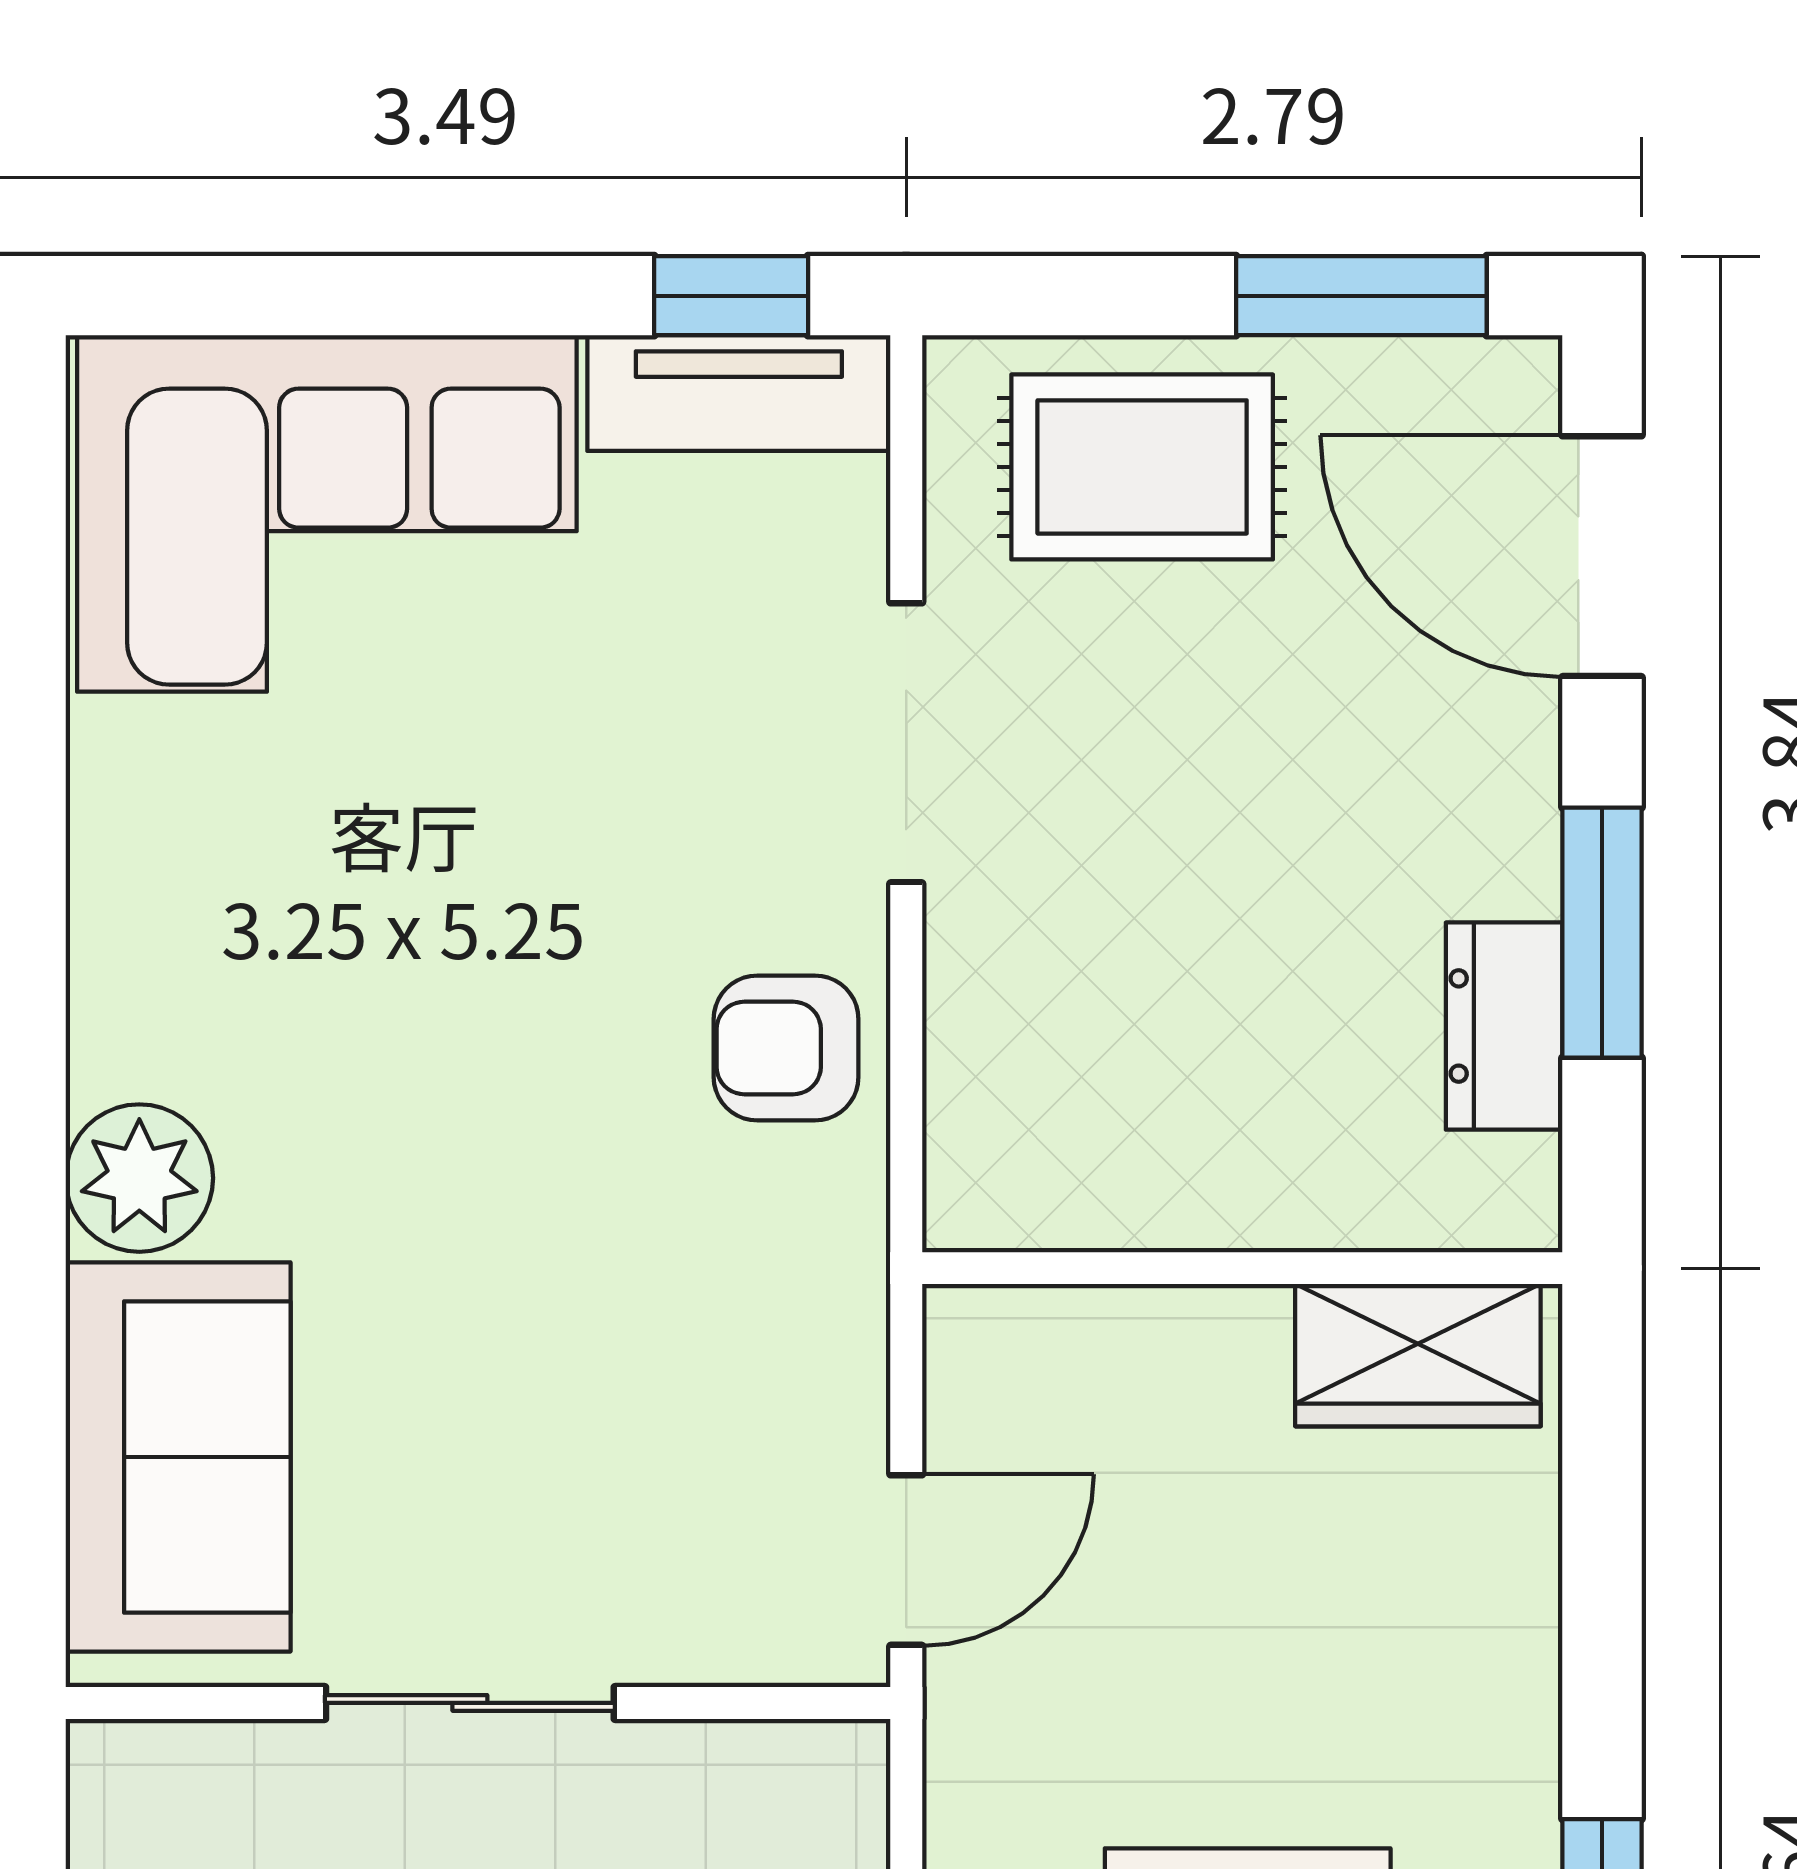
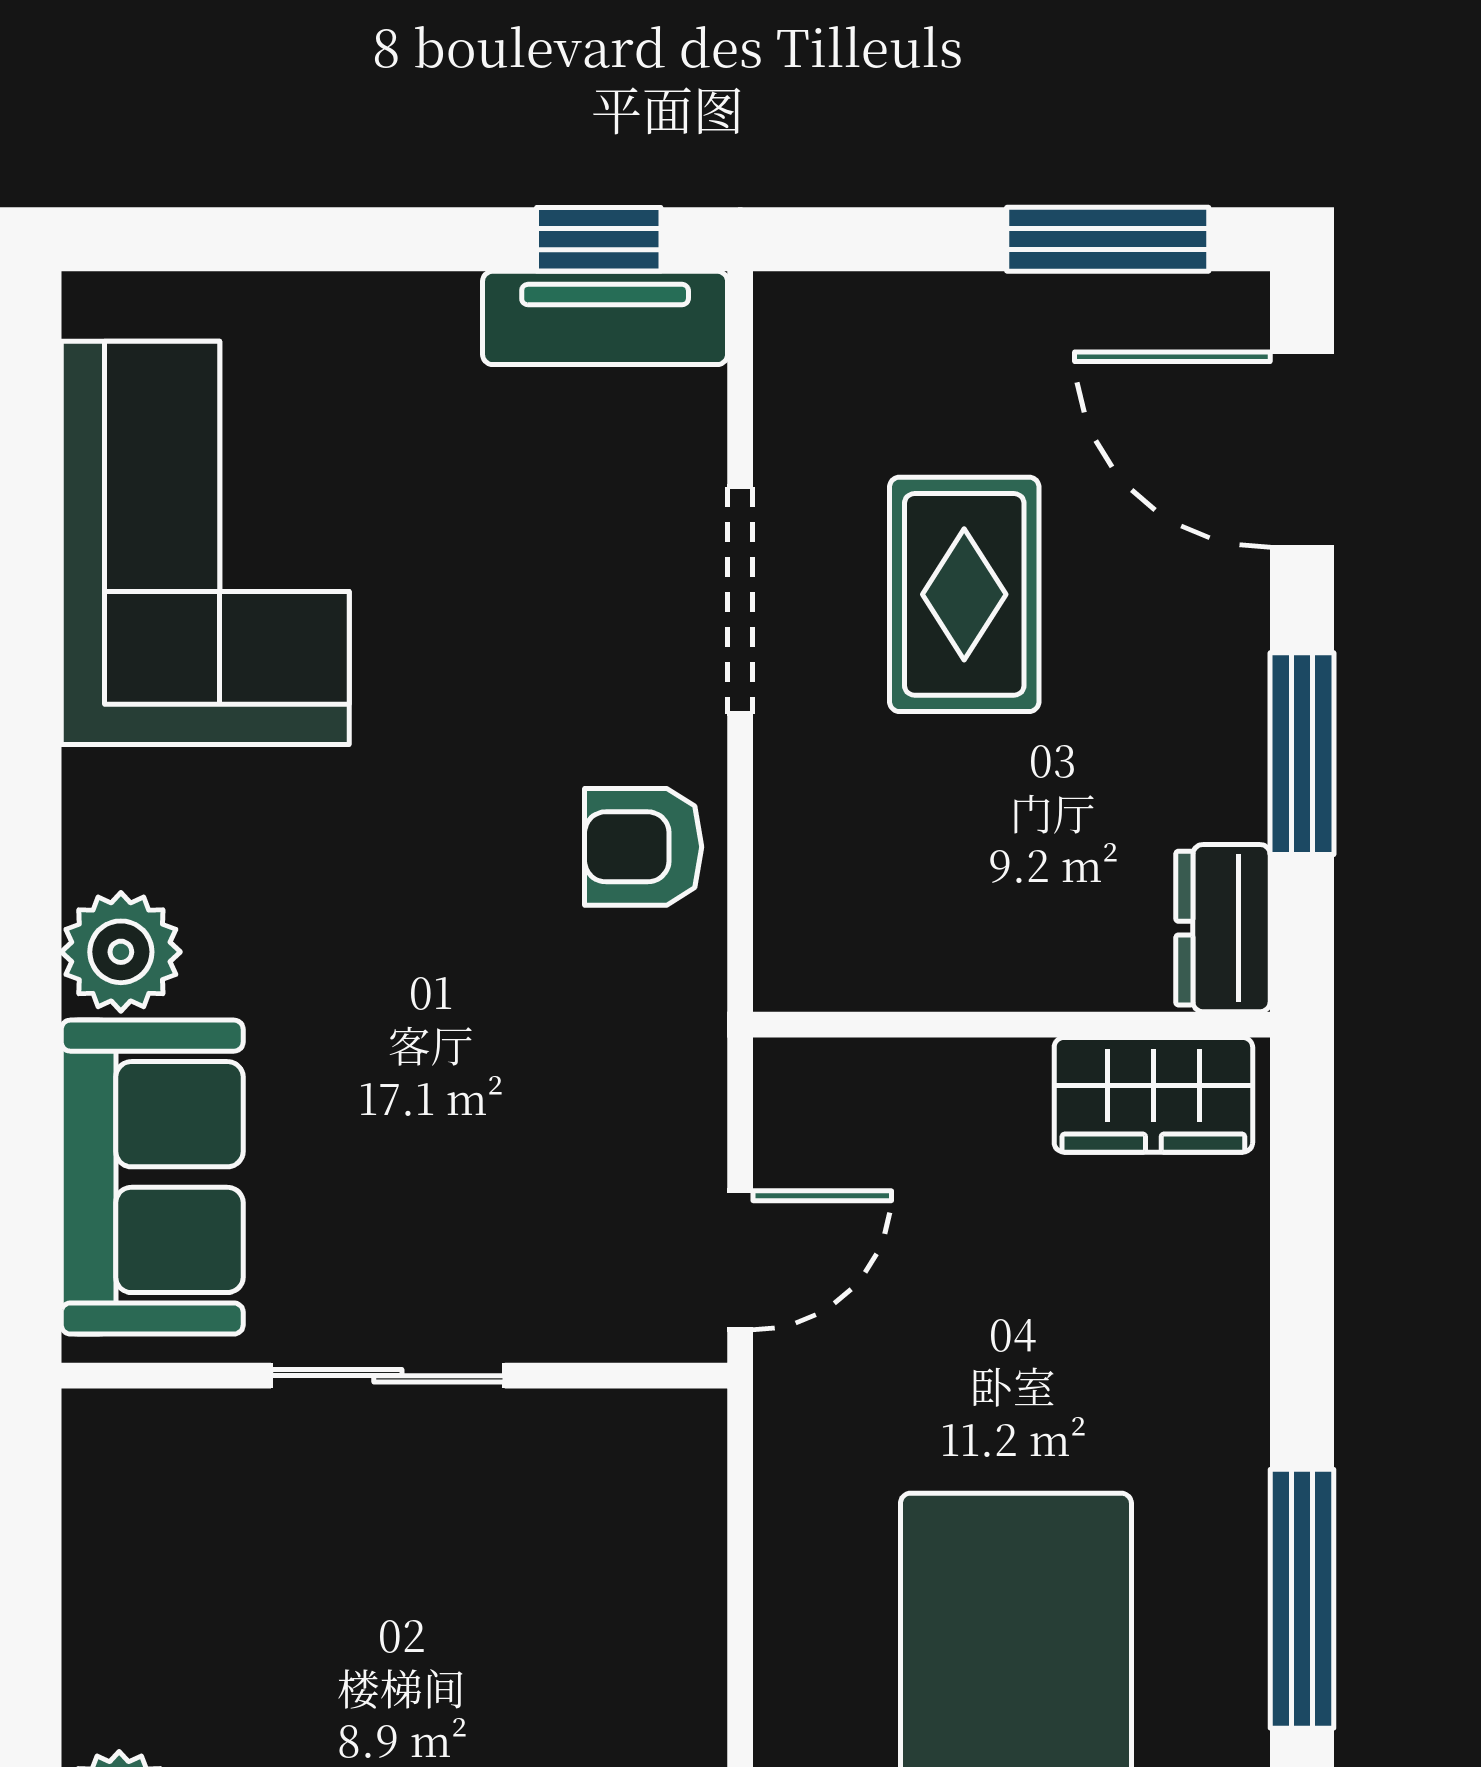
rug: (1142, 467) -> (964, 594), moved, turned 90
corner sofa: (327, 513) -> (205, 543), moved, turned -90
dresser: (1504, 1026) -> (1223, 928), moved

